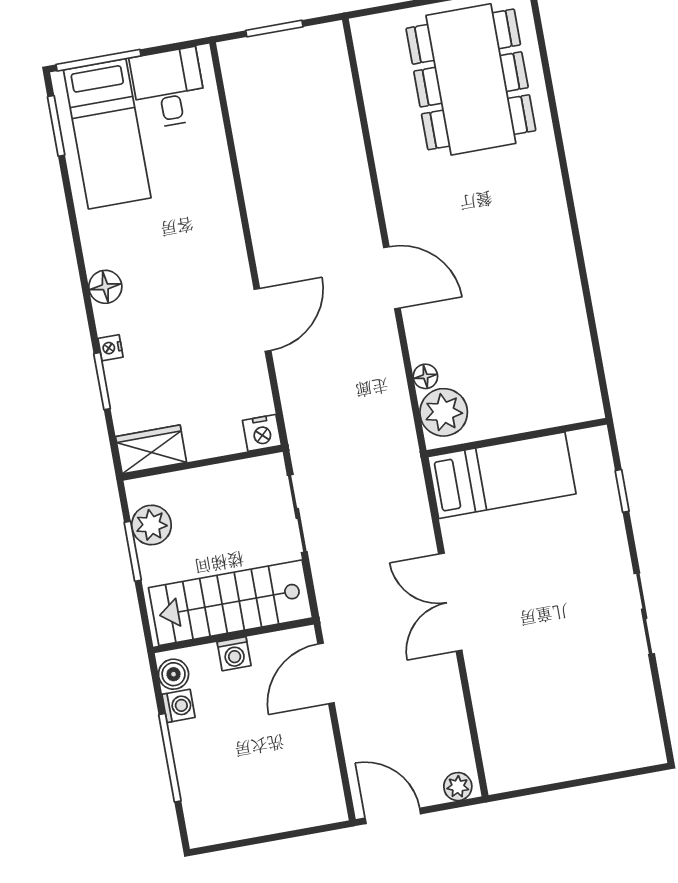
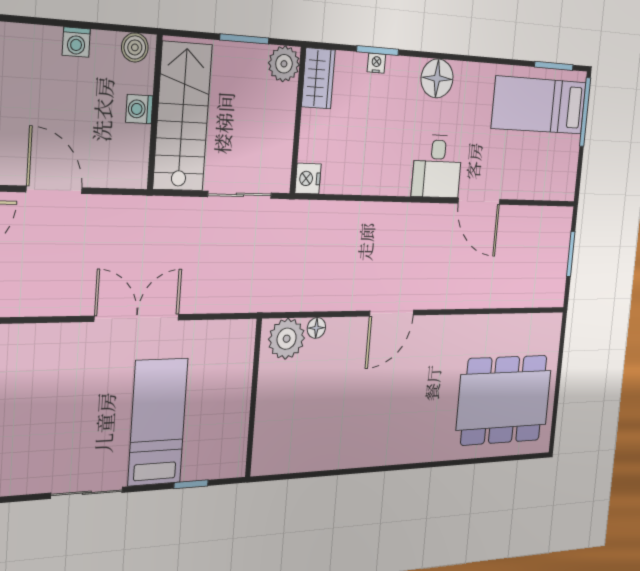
desk: (169, 88) -> (437, 166), moved, turned 90
floor lamp: (105, 287) -> (437, 78), width x1.38, depth x1.38
door: (262, 320) -> (479, 201), moved
nightstand: (110, 348) -> (376, 63), moved
bed: (502, 475) -> (158, 422), moved, turned 180
plant: (151, 525) -> (284, 64), moved
door: (326, 673) -> (54, 190), moved
washing machine: (179, 706) -> (76, 42), moved
window: (170, 758) -> (62, 23), removed

